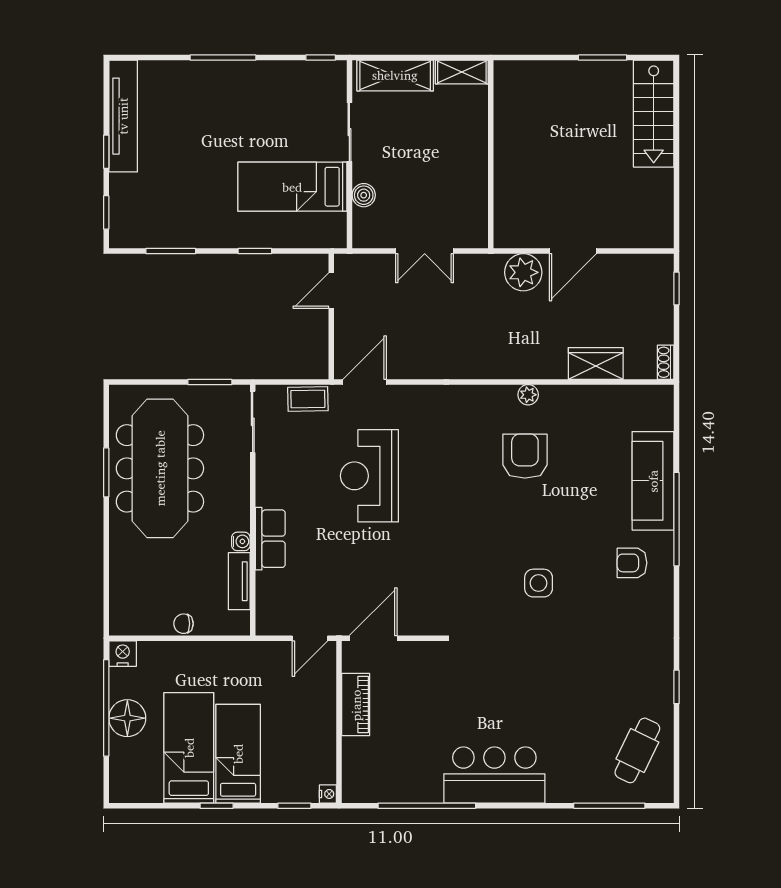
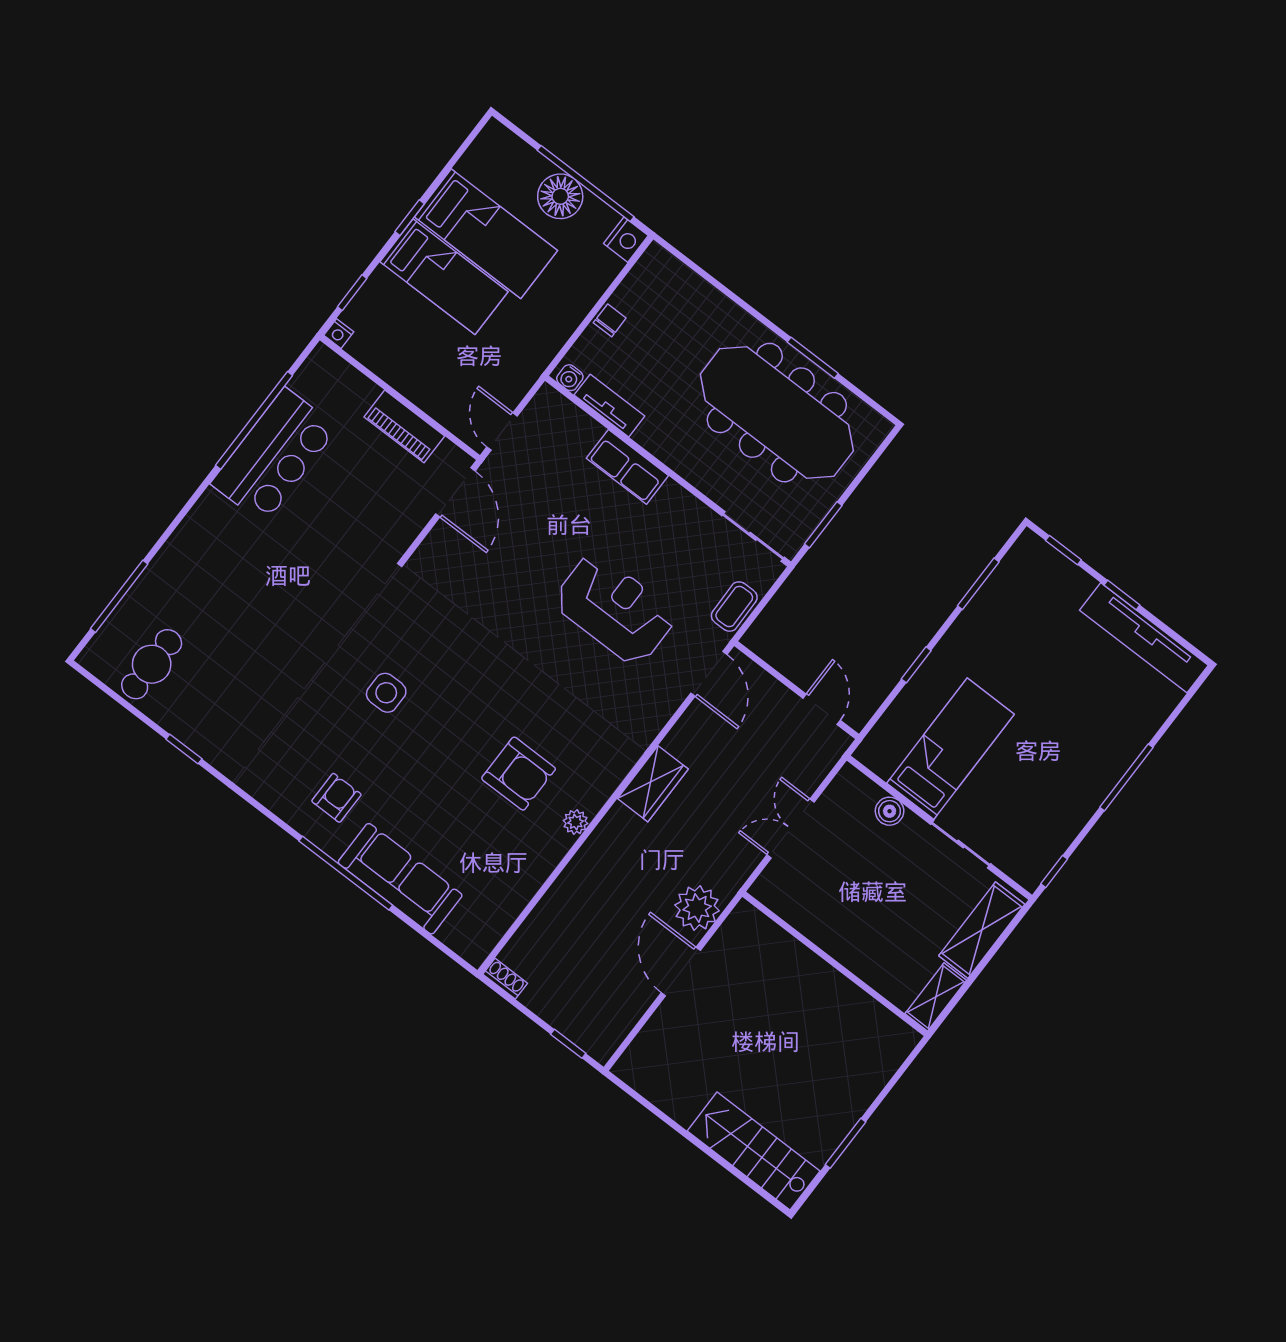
wardrobe: (596, 363) -> (653, 784), moved
water cooler: (241, 541) -> (570, 378), moved
cafe table: (637, 750) -> (152, 664), turned 64
bar counter: (494, 775) -> (274, 456), moved

